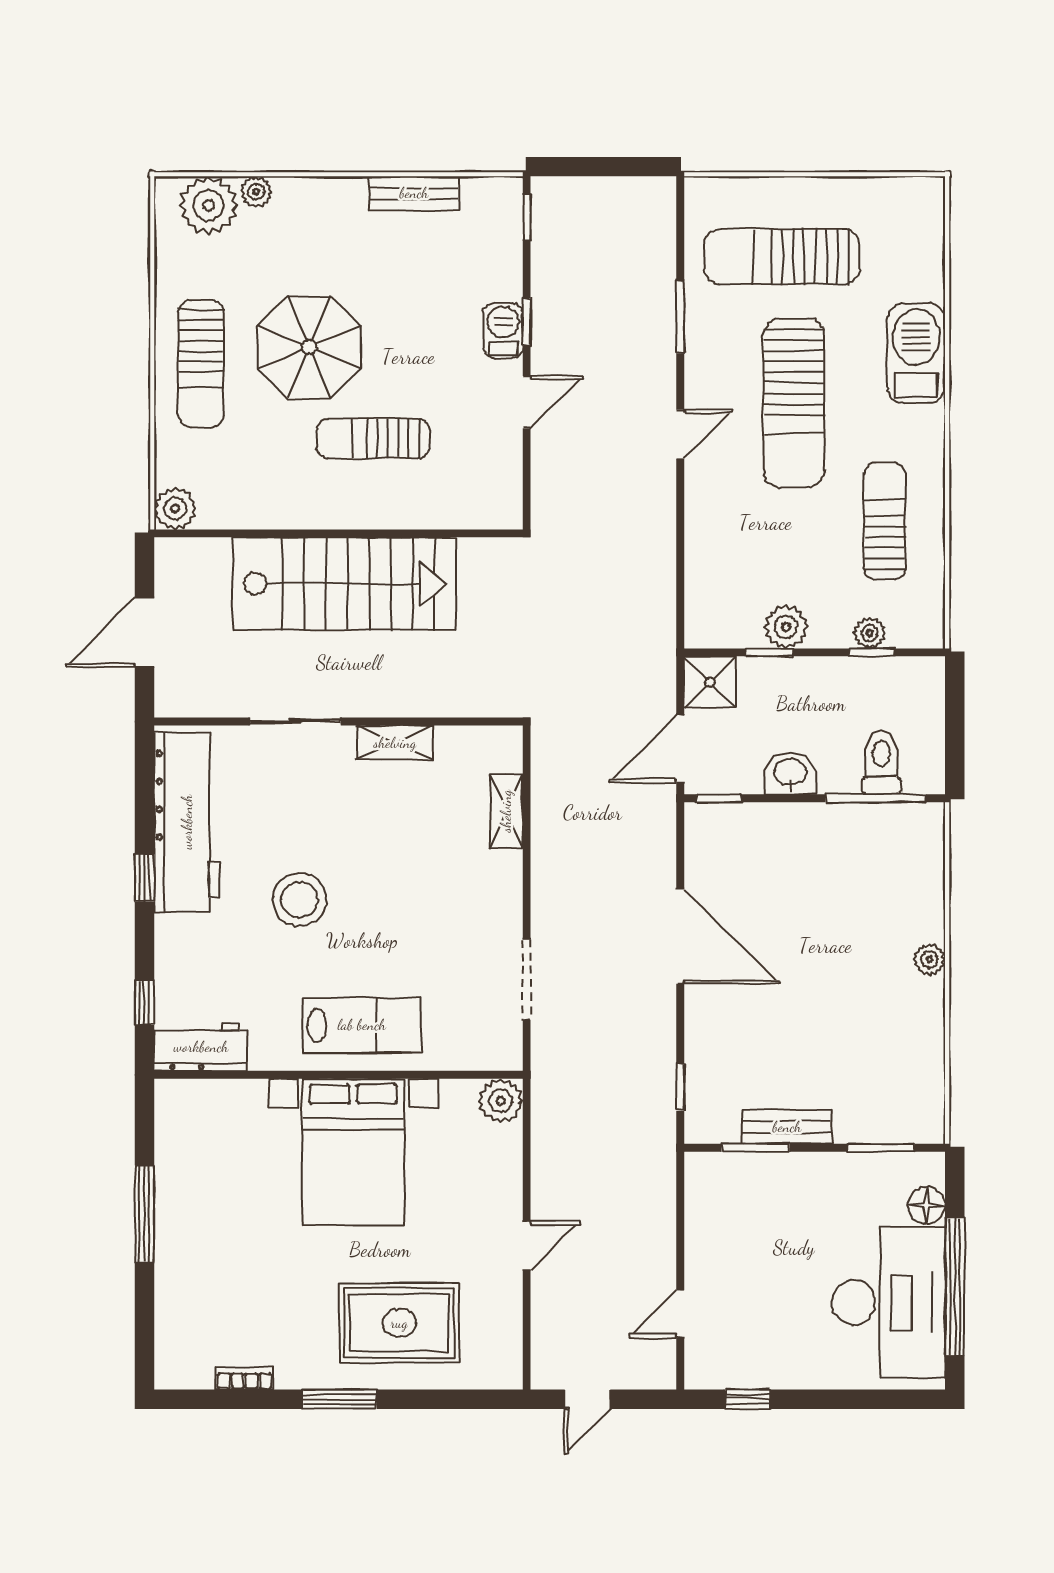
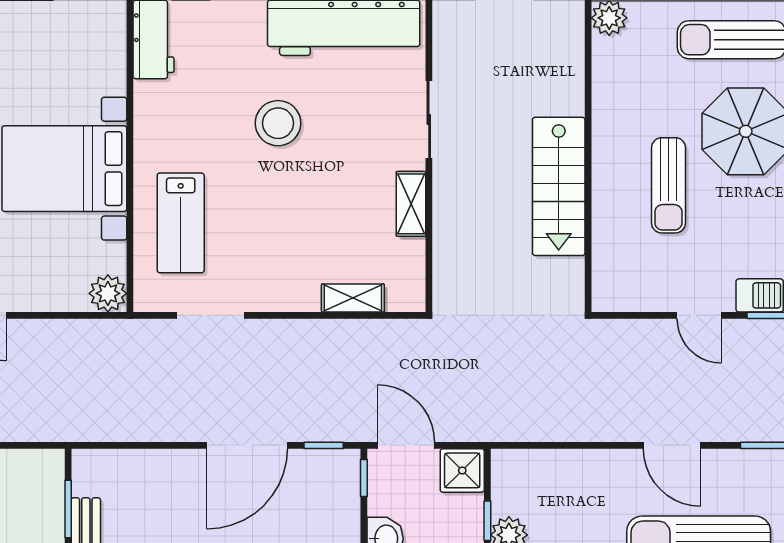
door: (680, 434) -> (672, 445), width x1.37
sun lounger: (373, 438) -> (668, 185), turned 180
stairs: (345, 584) -> (559, 186), width x0.73, depth x0.66
lab bench: (362, 1025) -> (181, 223), moved
window: (680, 1087) -> (324, 445), moved

